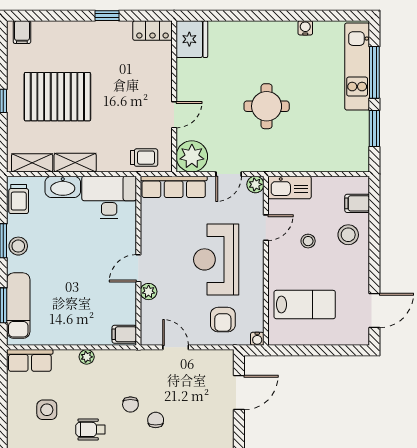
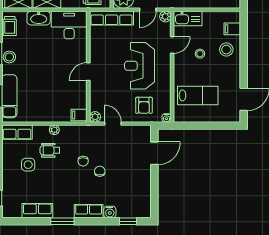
plant: (149, 292) -> (95, 117), moved
wheelchair: (90, 429) -> (50, 150), moved

